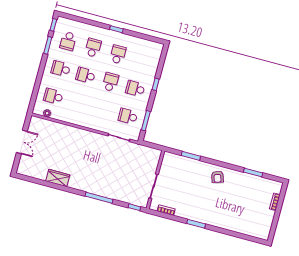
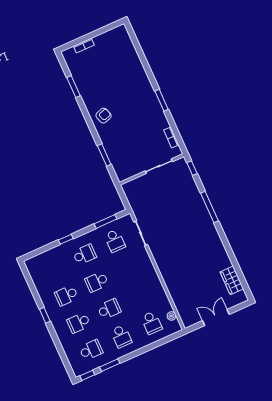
school desk: (86, 75) -> (109, 309), turned -90
school desk: (135, 89) -> (84, 254), turned -90
wardrobe: (58, 178) -> (232, 280), moved

